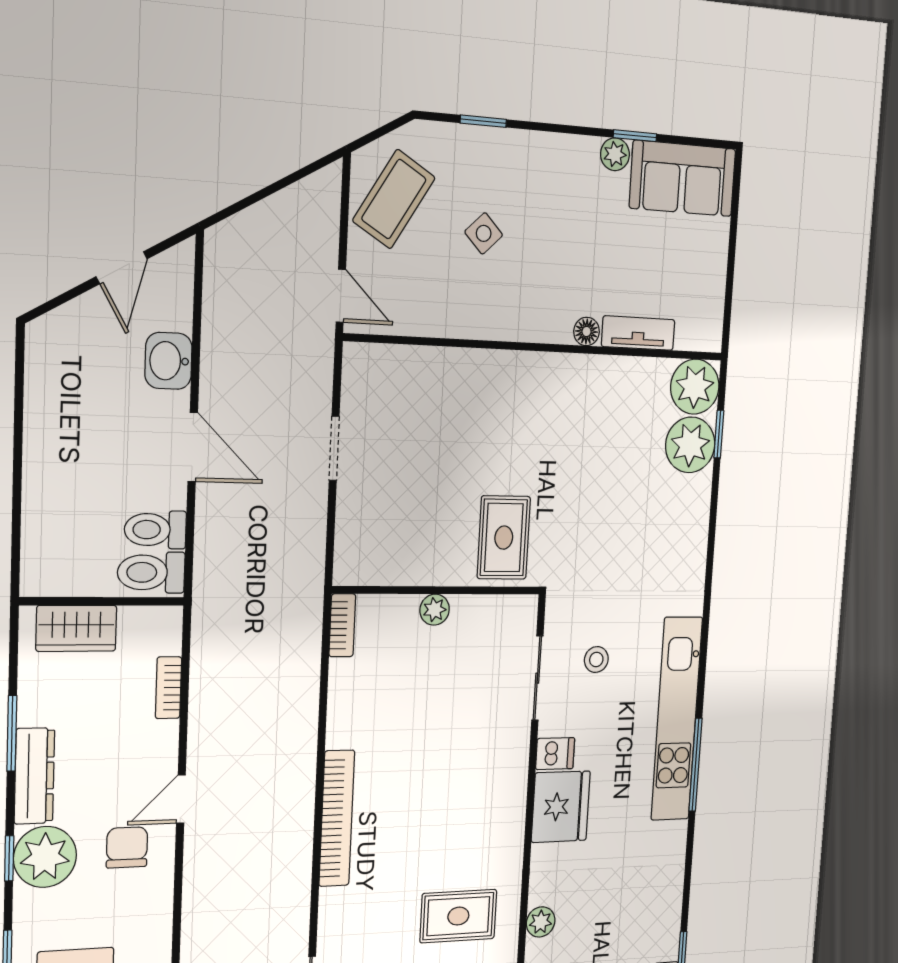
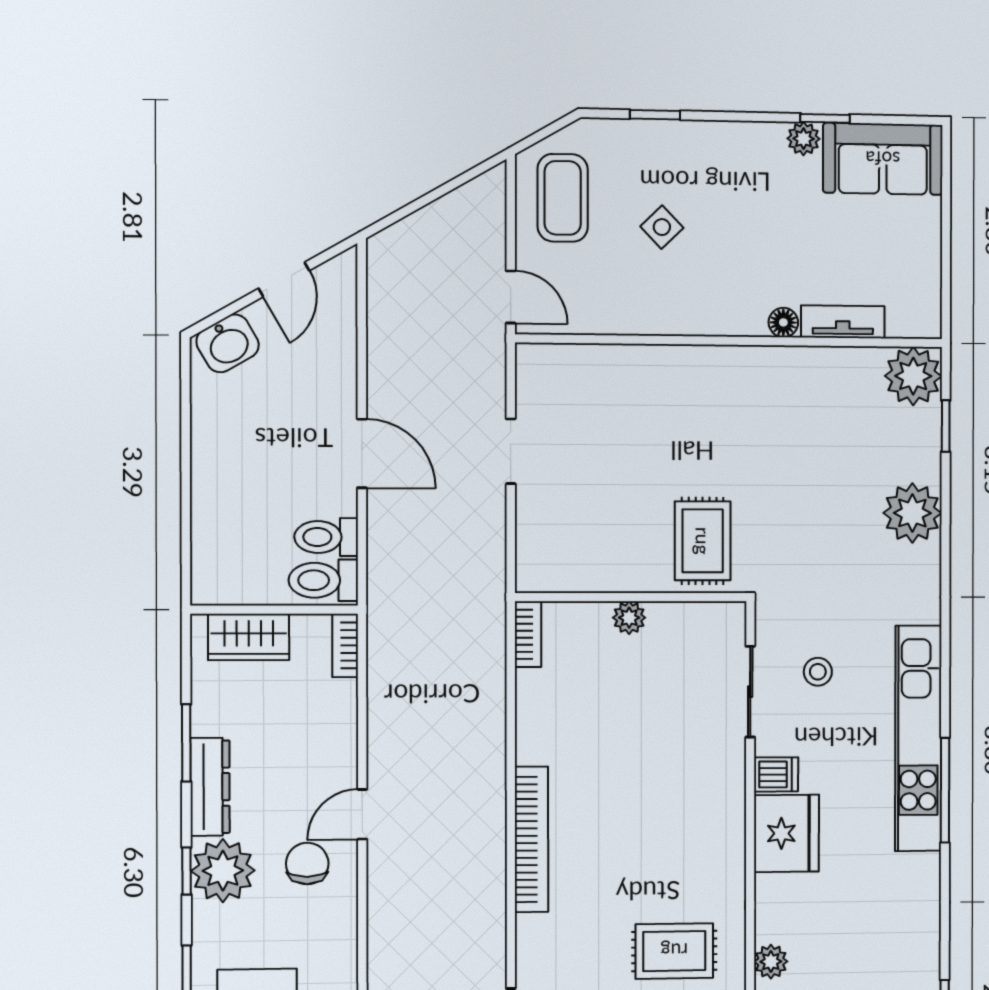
coffee table: (394, 199) -> (563, 198), turned -31
washbasin: (168, 361) -> (228, 343), moved, turned -120
plant: (690, 445) -> (912, 513), moved
bookcase: (168, 688) -> (345, 646), moved

